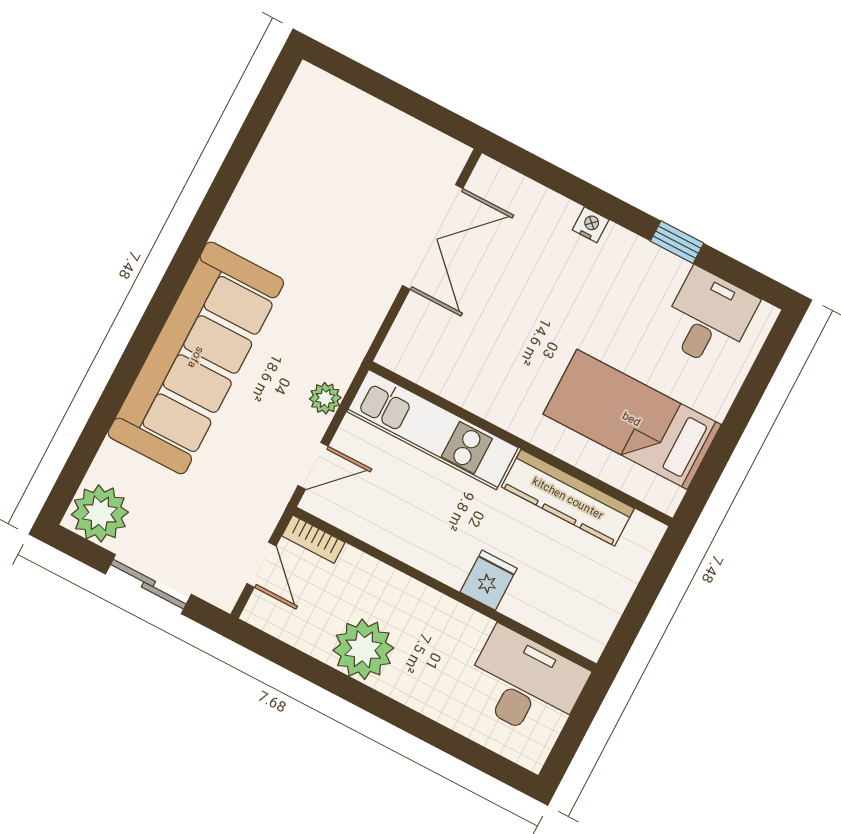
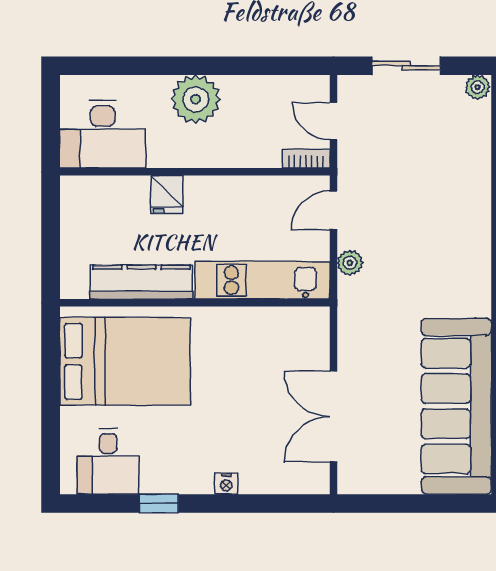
sofa: (196, 358) -> (456, 406), moved
bed: (632, 419) -> (125, 361), width x1.50
plant: (100, 513) -> (478, 87), width x0.53, depth x0.53
plant: (363, 649) -> (196, 99), moved

